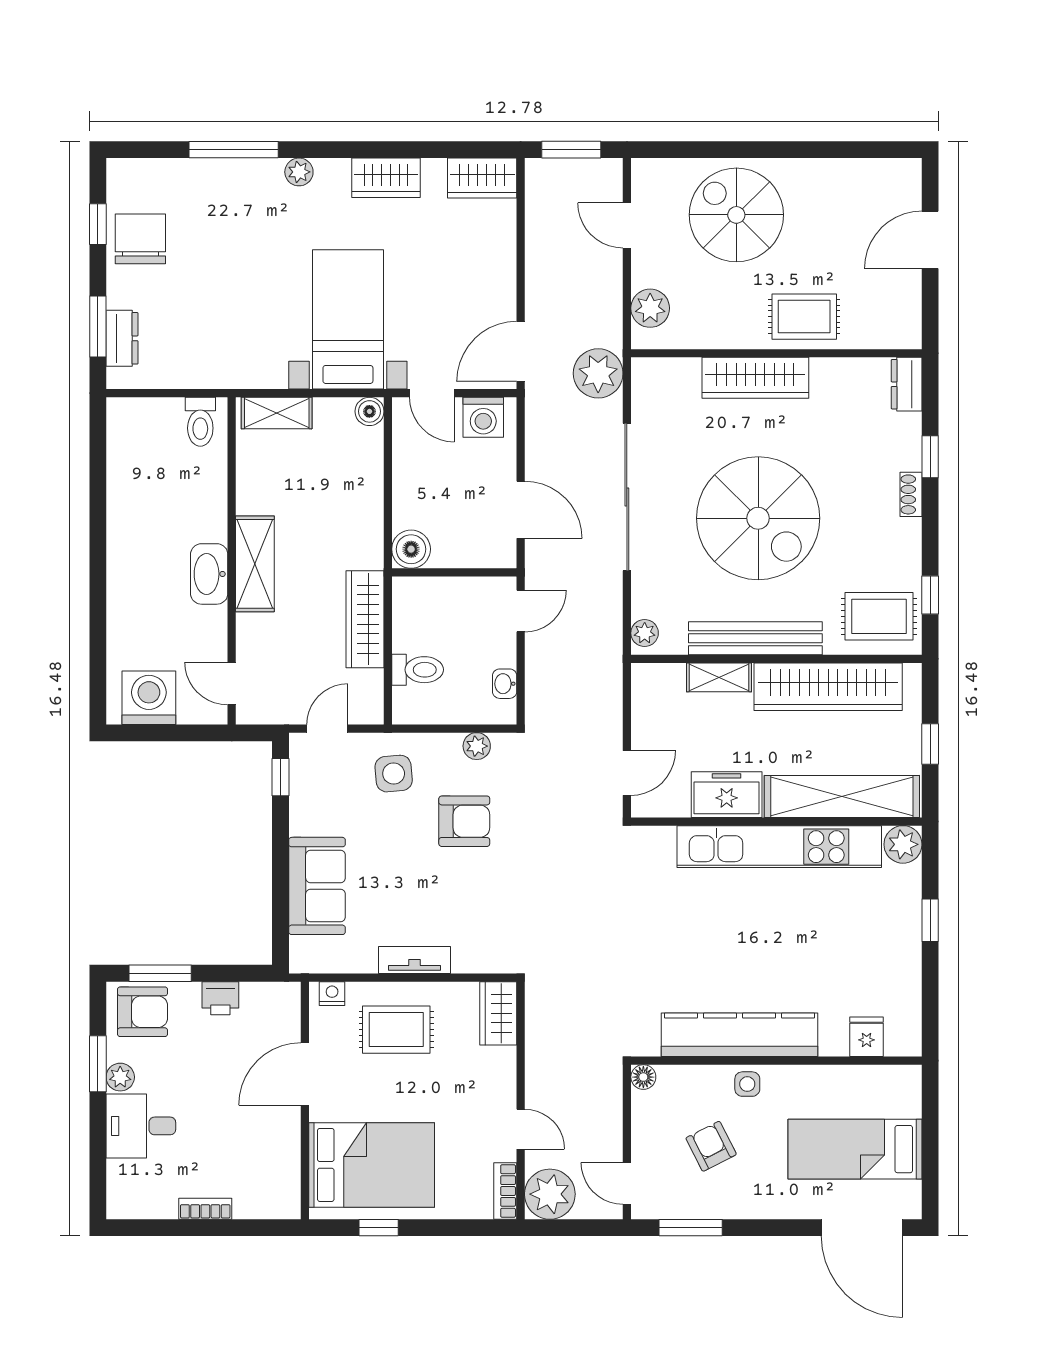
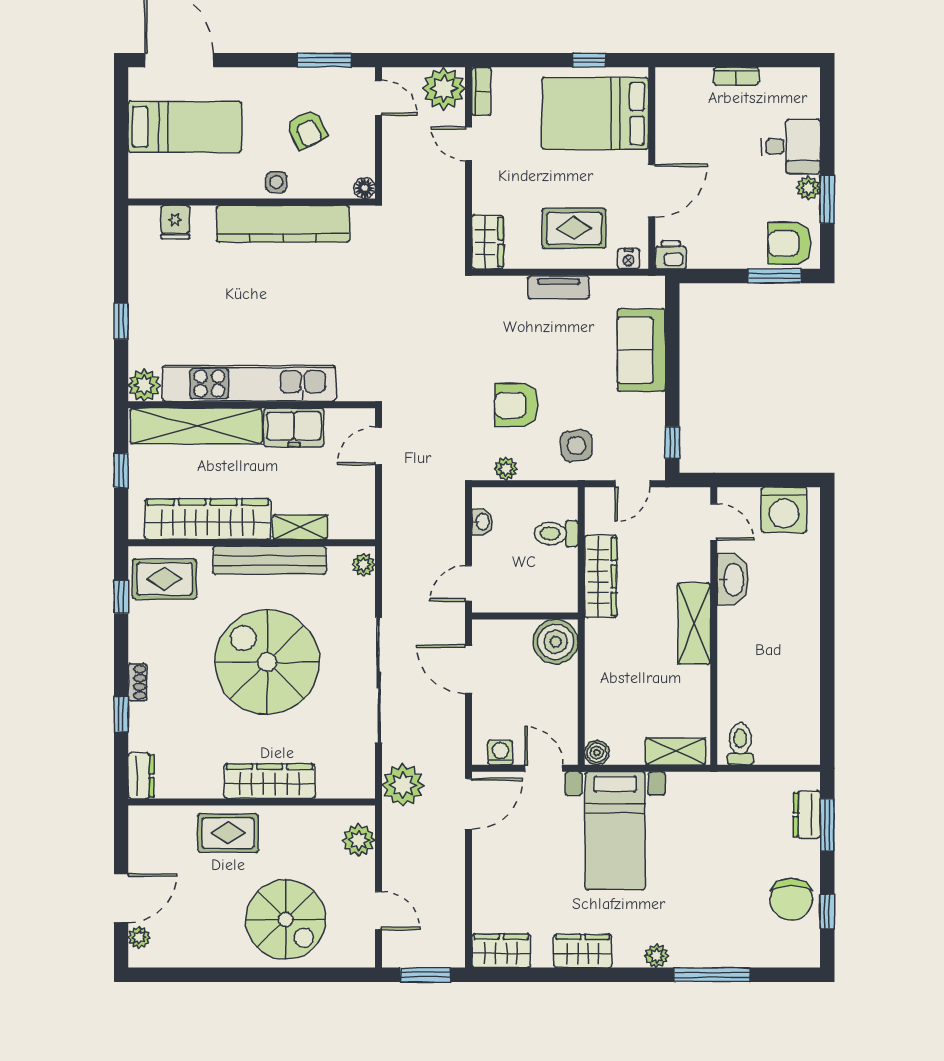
plant: (909, 194) -> (139, 937), added
washing machine: (483, 417) -> (500, 752), width x0.73, depth x0.73
boiler: (411, 549) -> (556, 642), width x1.37, depth x1.37
washbasin: (209, 574) -> (733, 580), moved
printer: (220, 998) -> (671, 255), moved

